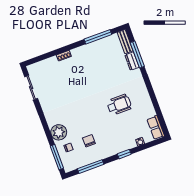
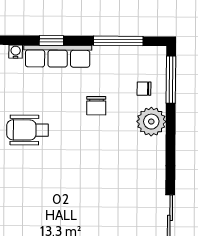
chair: (89, 141) -> (96, 106), moved
row of seats: (118, 147) -> (58, 56), added

